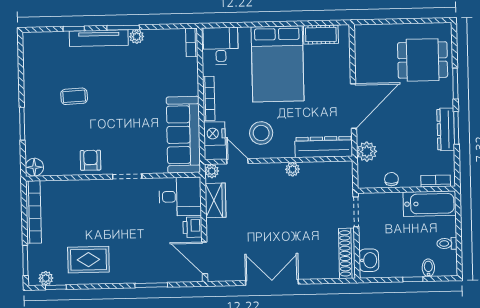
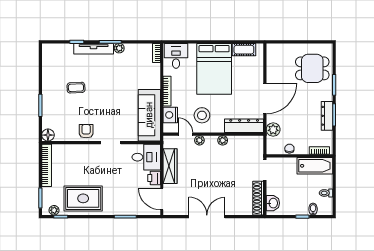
plant: (212, 171) -> (199, 140), moved
wardrobe: (215, 200) -> (170, 166), width x1.50
rug: (88, 260) -> (83, 198), width x1.36, depth x1.43

